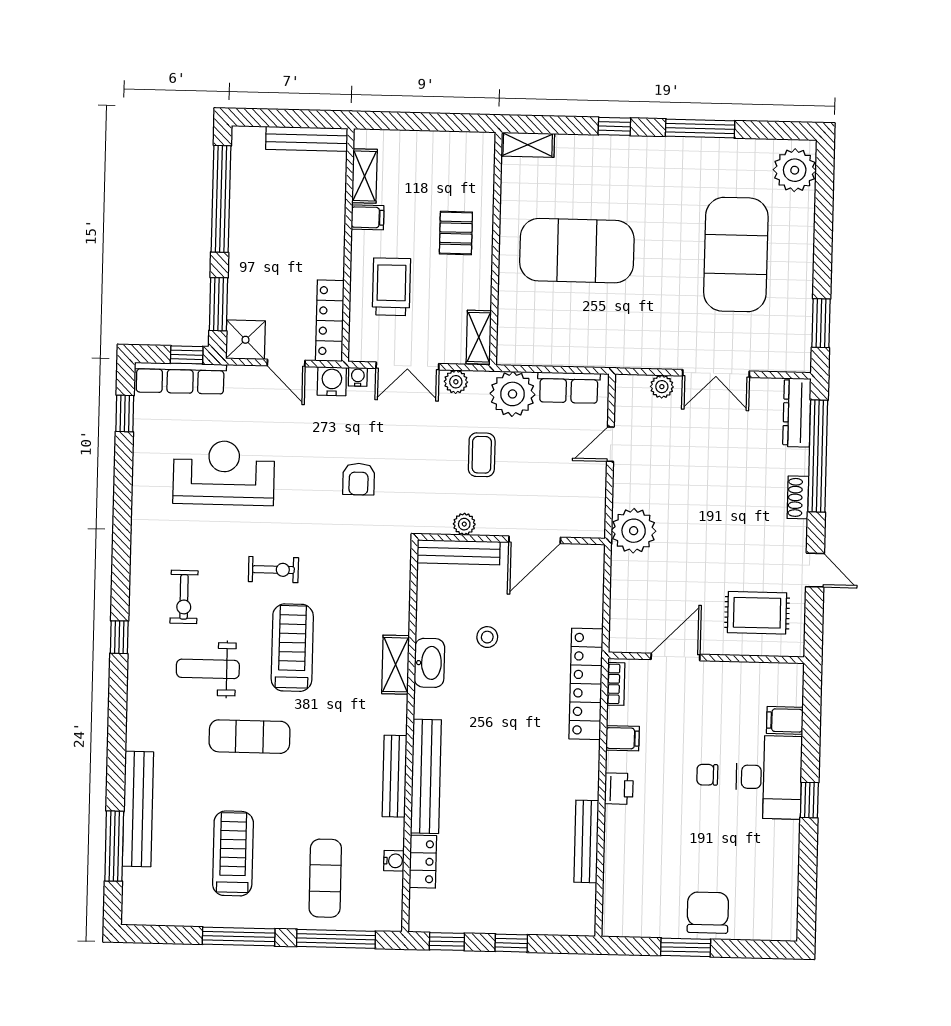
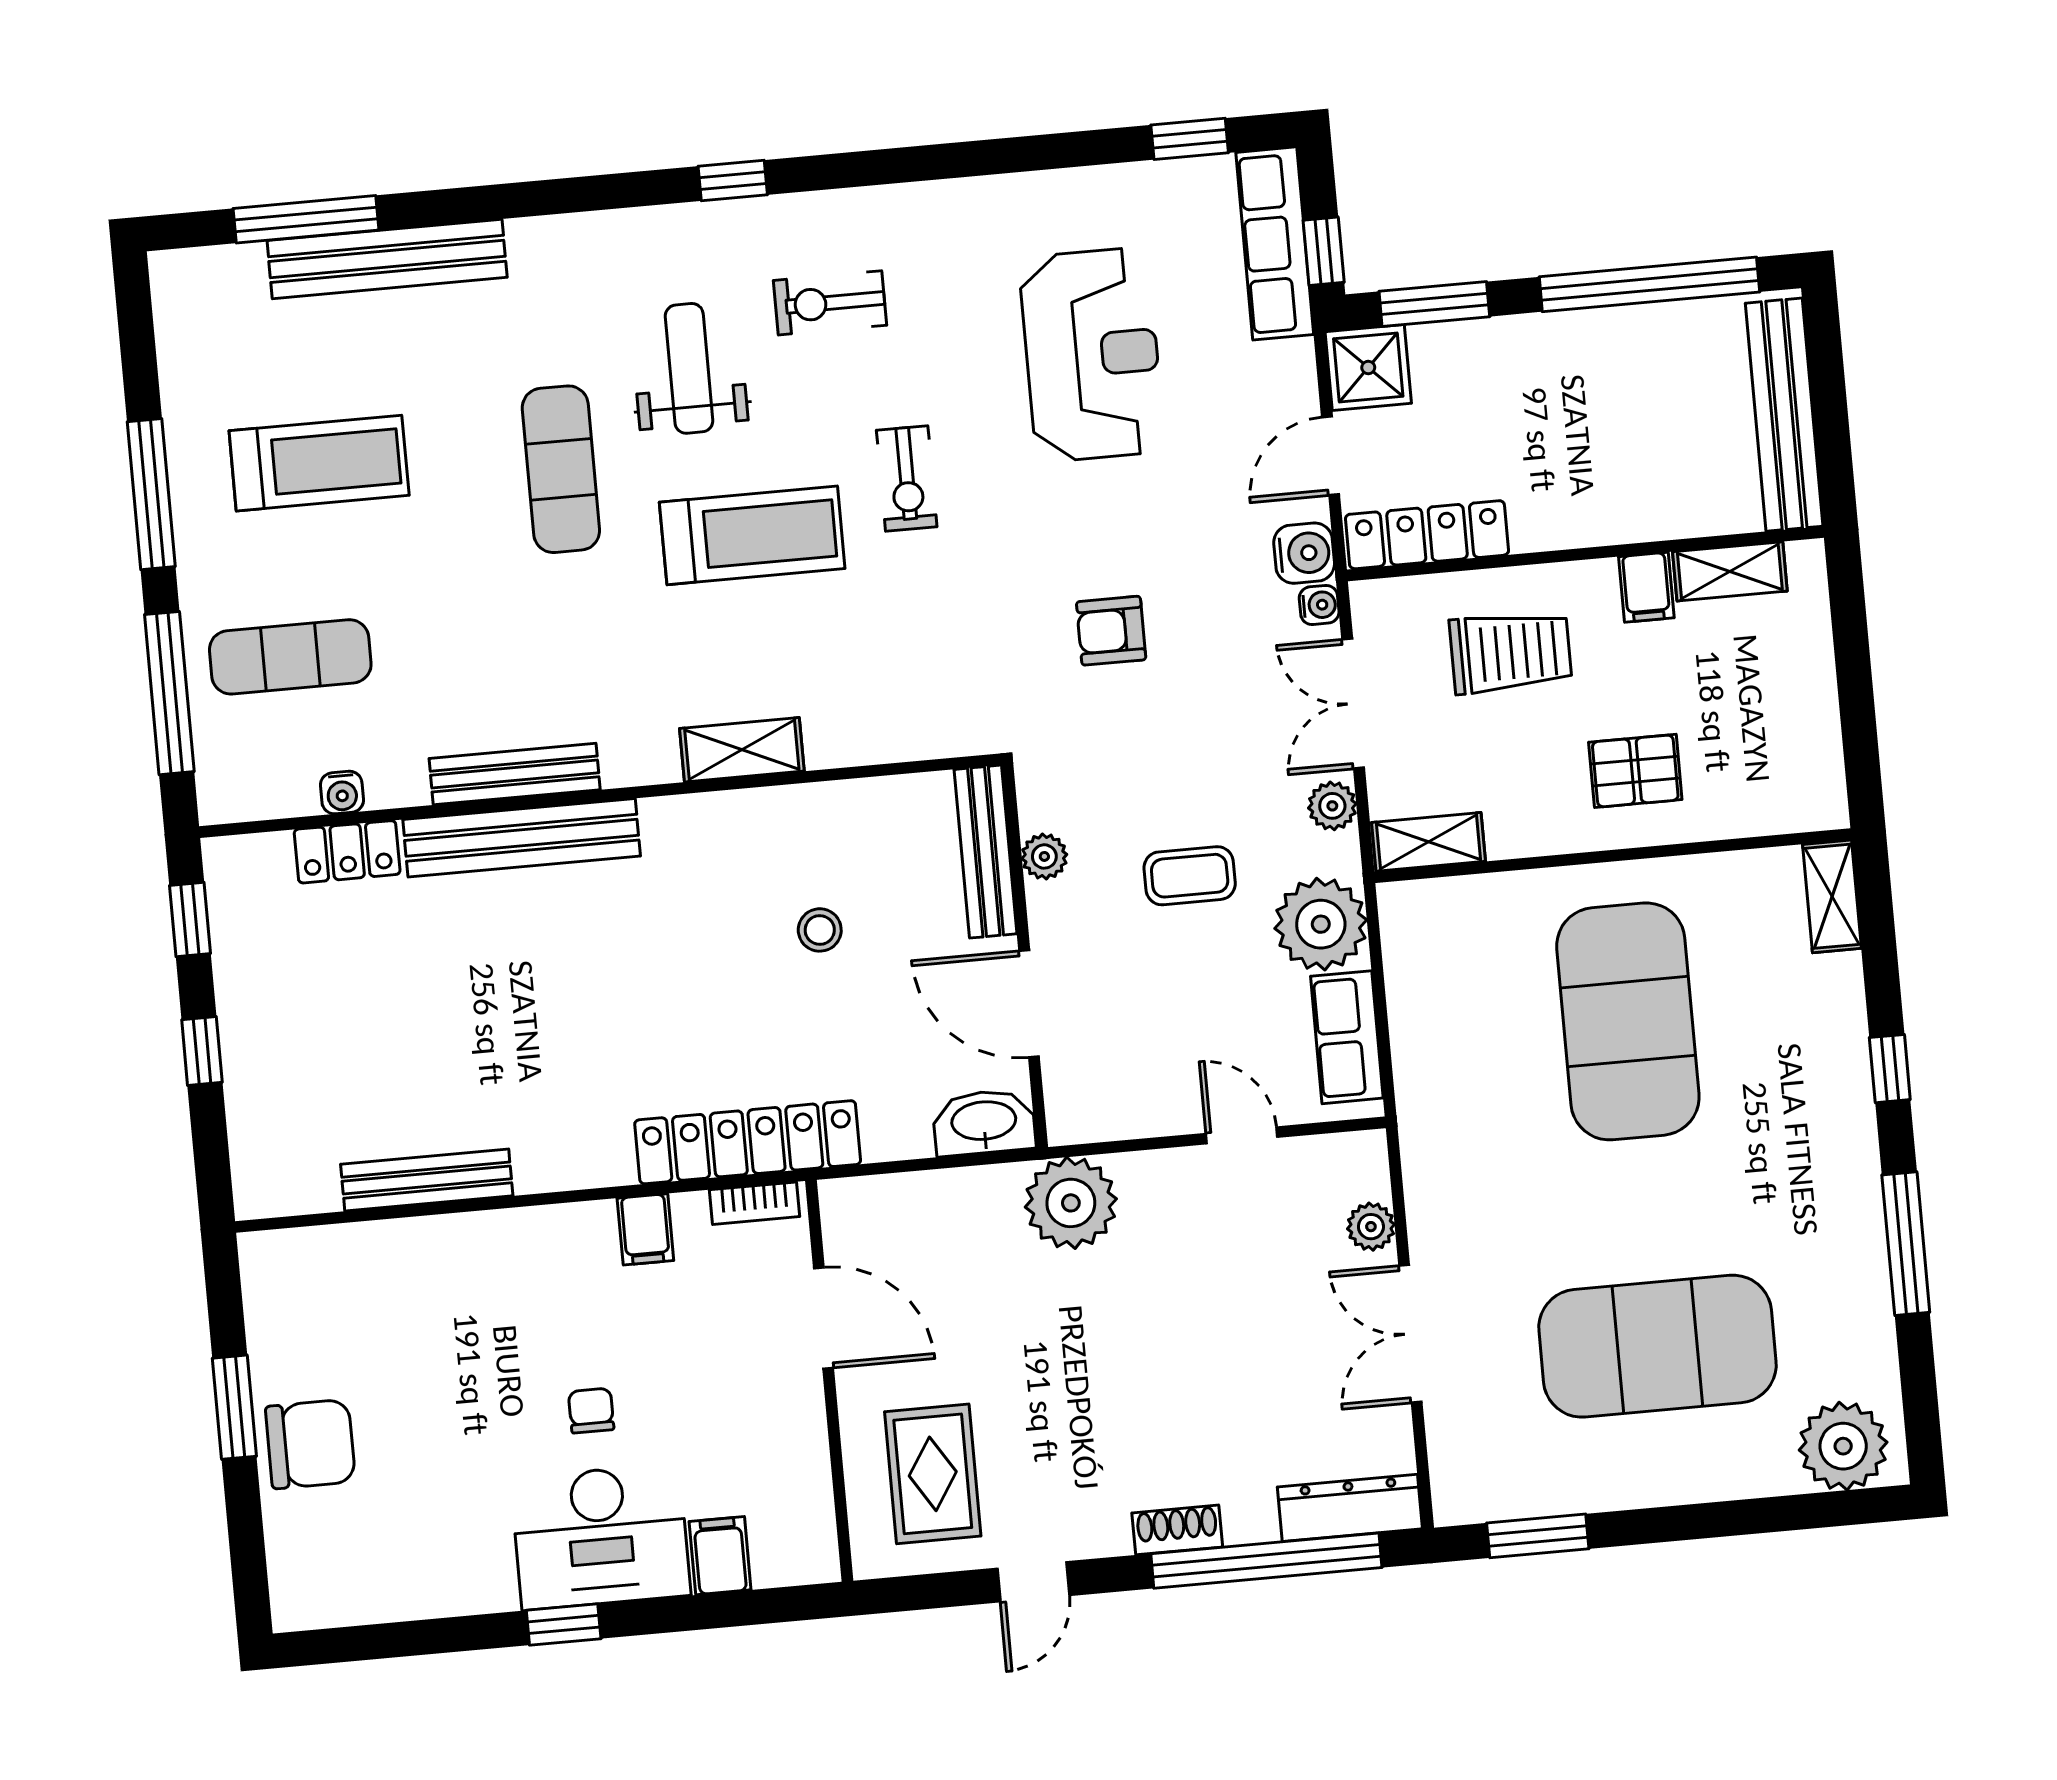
bench: (307, 139) -> (1784, 415), width x1.37, depth x1.21
washbasin: (429, 663) -> (984, 1122), moved, turned 180
printer: (619, 789) -> (542, 1234), removed

